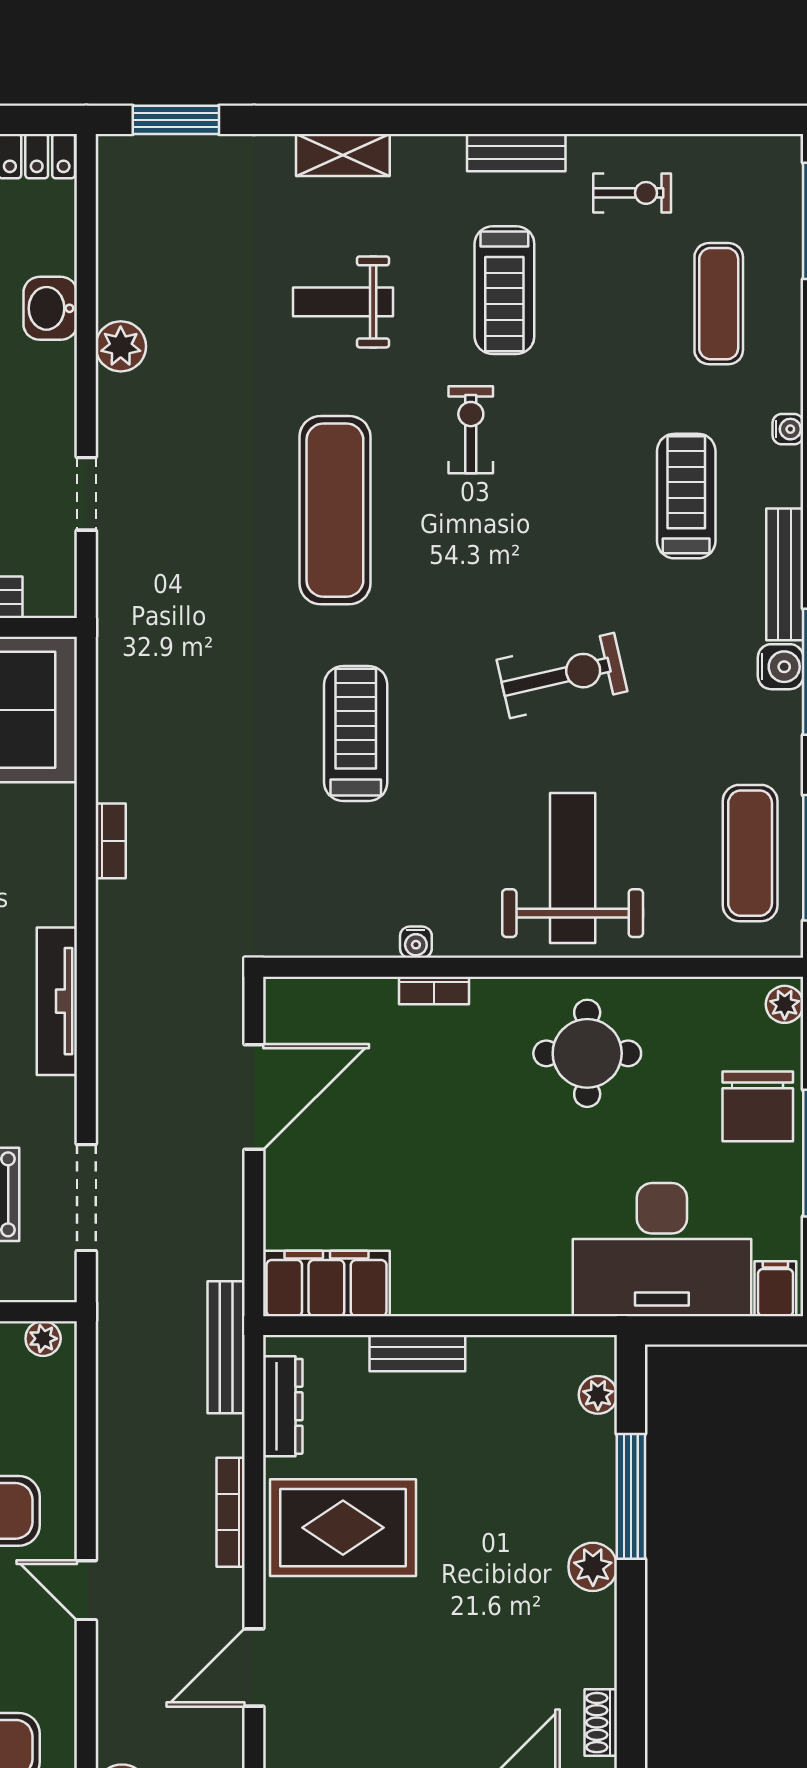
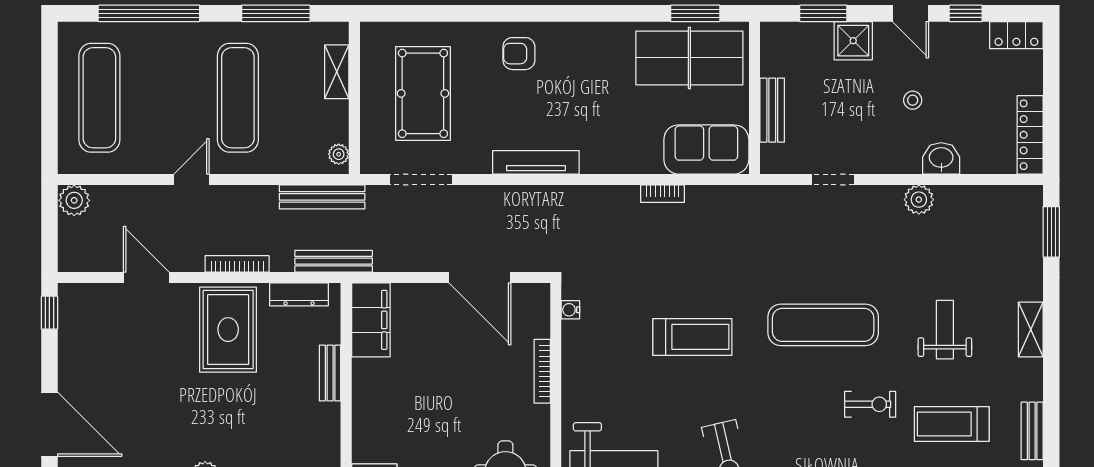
bookcase: (111, 841) -> (663, 194), moved
water cooler: (416, 942) -> (570, 310), moved
bookcase: (434, 990) -> (542, 371), width x1.56
bench: (116, 1367) -> (322, 197), added

